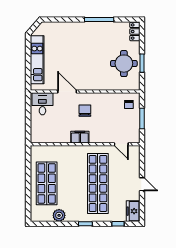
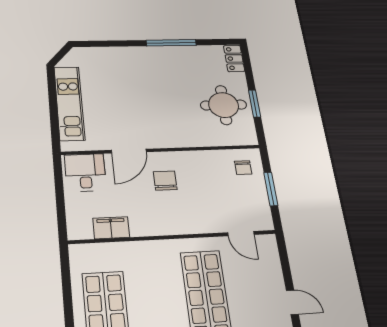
door: (67, 92) -> (129, 151), swing flipped
filing cabinet: (80, 137) -> (111, 228), moved

